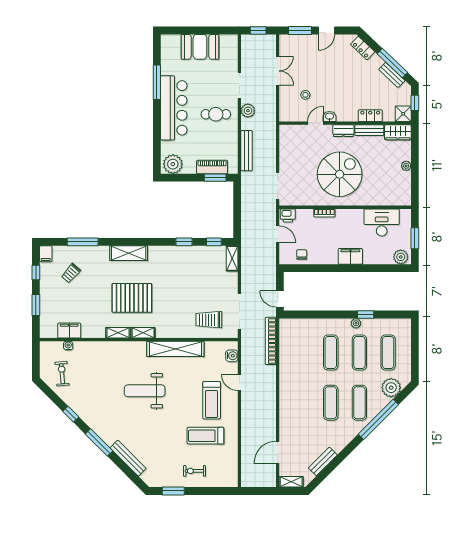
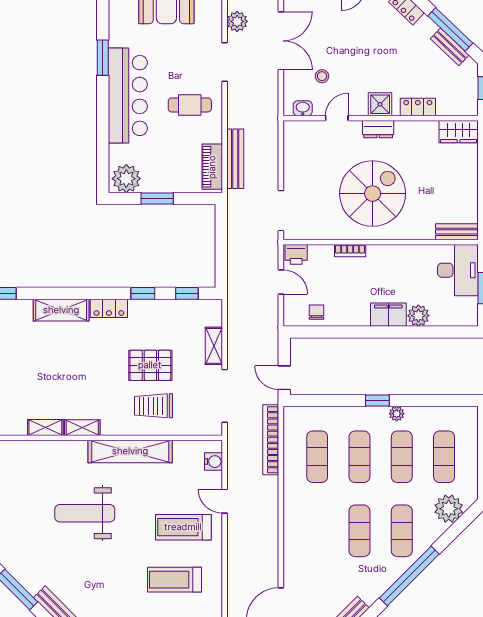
double door: (278, 71) -> (281, 41), width x1.37
window: (157, 82) -> (103, 58), width x0.69
plant: (248, 111) -> (237, 21), moved
shower: (403, 114) -> (380, 104), moved
washbasin: (329, 116) -> (303, 108), moved
bench: (369, 130) -> (457, 232), moved
plant: (406, 166) -> (471, 181), removed
piano: (212, 167) -> (212, 167), moved, turned -90
window: (215, 178) -> (157, 199), moved
desk: (382, 222) -> (458, 270), moved, turned 90
locker: (161, 252) -> (109, 308), added
plant: (401, 257) -> (418, 316), moved
shelving: (232, 258) -> (214, 346), moved
pallet: (132, 298) -> (150, 365), moved, width x0.73, depth x0.71
window: (366, 314) -> (377, 401), moved
trolley: (209, 320) -> (154, 406), moved
exercise mat: (302, 353) -> (317, 457), added
treadmill: (212, 400) -> (183, 527), turned 90
window: (378, 419) -> (409, 576), moved

